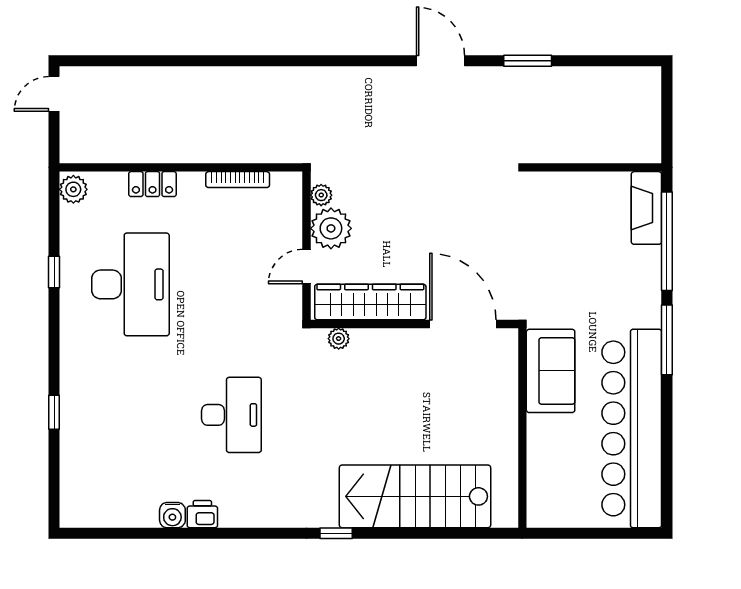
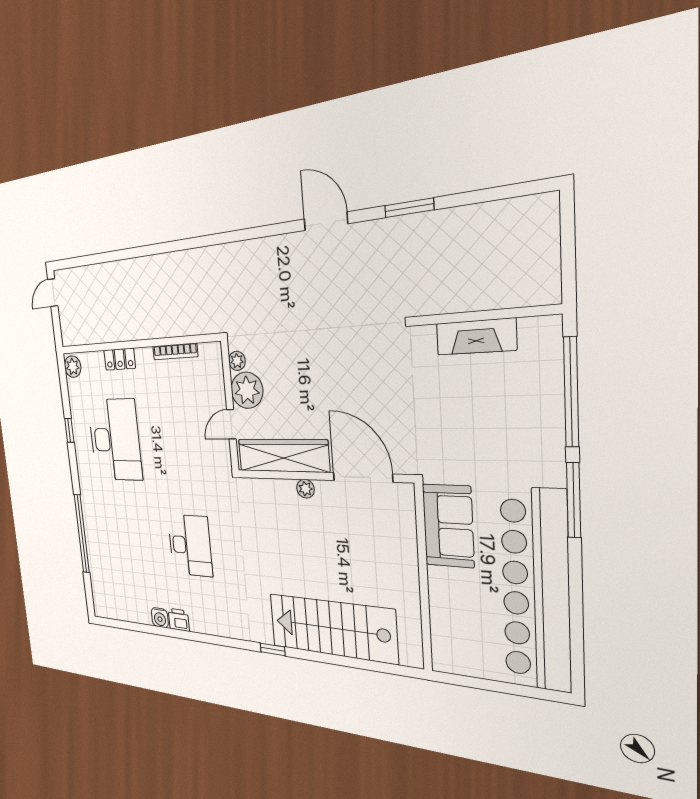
fireplace: (646, 208) -> (476, 337), moved, turned -90
plant: (339, 339) -> (306, 489), moved
window: (54, 412) -> (82, 534), width x3.17

